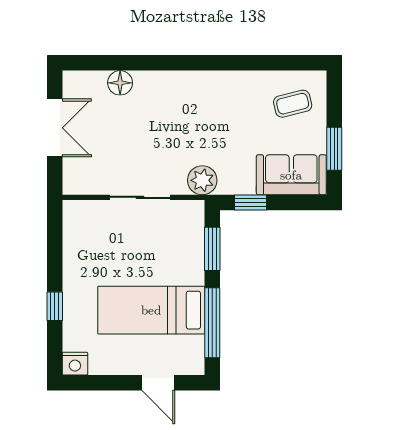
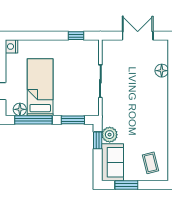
double door: (55, 128) -> (138, 36), swing flipped
plant: (202, 180) -> (110, 135), moved
window: (55, 306) -> (76, 36), moved
floor lamp: (193, 348) -> (20, 109), added

